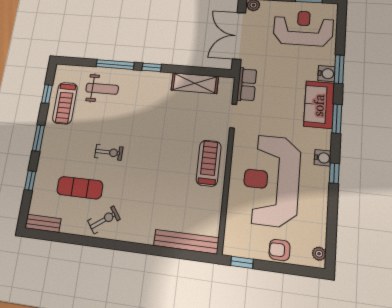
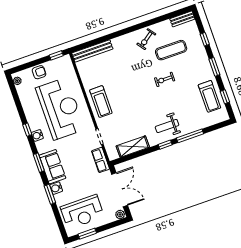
weight bench: (102, 89) -> (167, 126), moved
treadmill: (65, 103) -> (209, 96), turned 180

